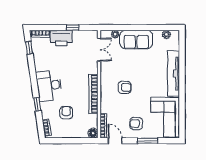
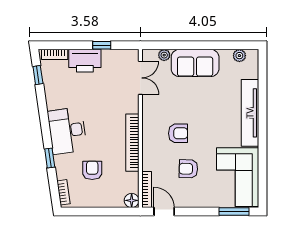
armchair: (136, 124) -> (188, 169), moved
window: (148, 141) -> (234, 212), moved

